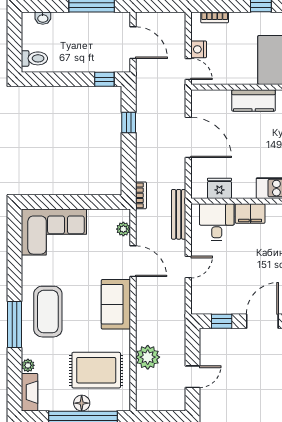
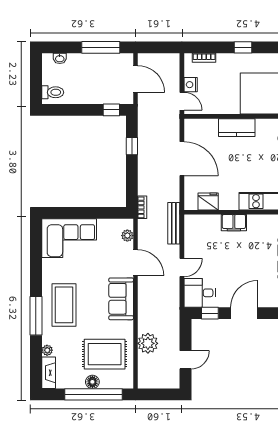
desk: (217, 222) -> (200, 293), moved, turned -90

